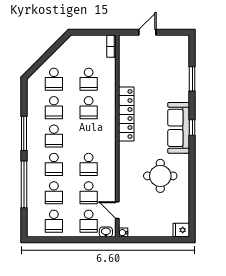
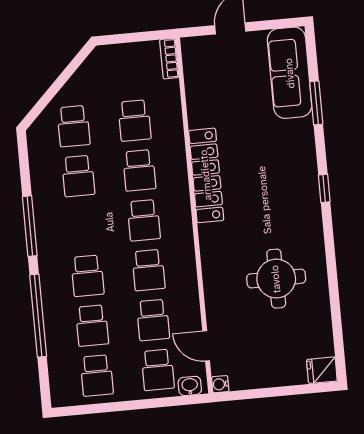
sofa: (179, 128) -> (290, 73), moved
school desk: (54, 136) -> (144, 220), moved

